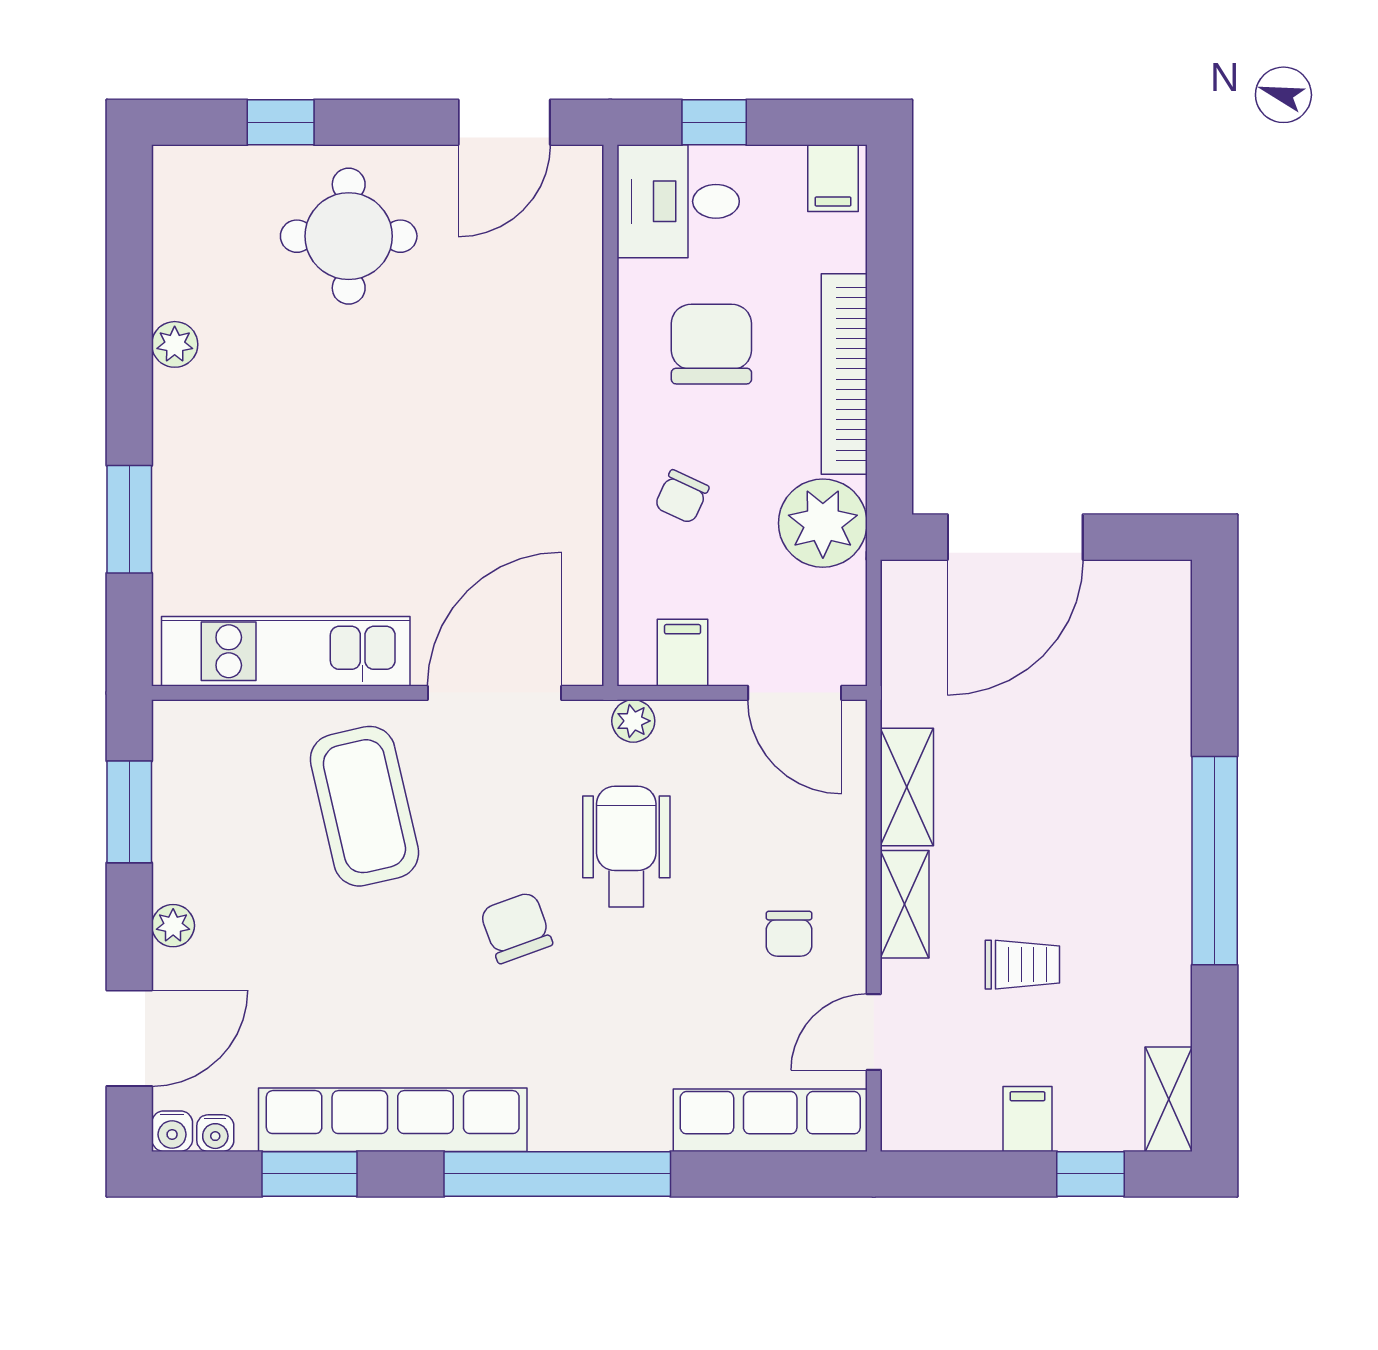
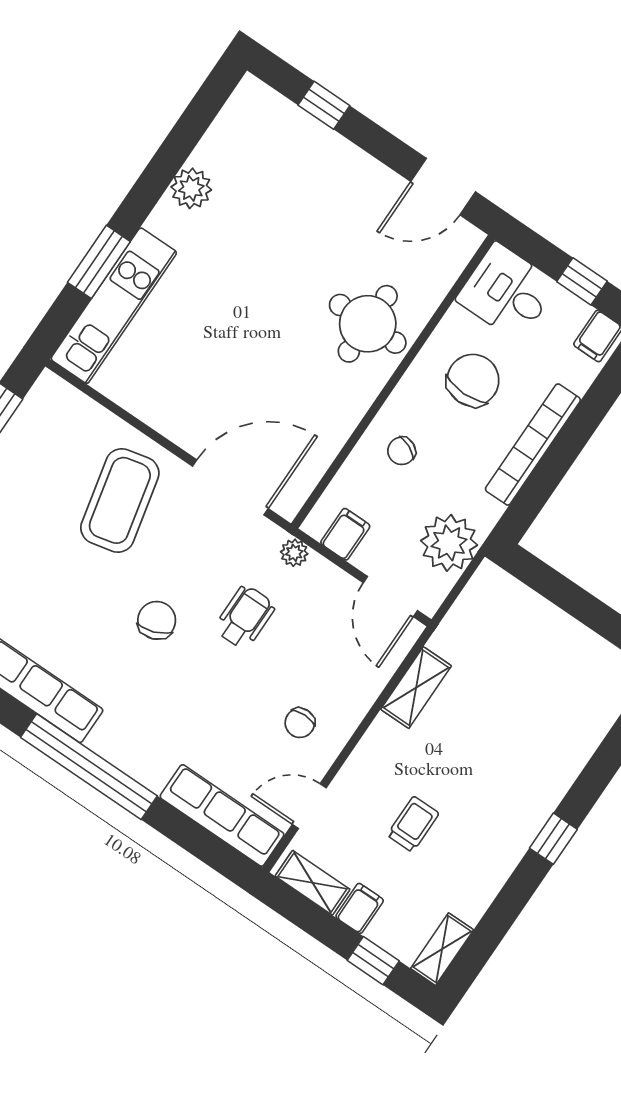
window: (714, 122) -> (582, 281), moved
round table: (349, 236) -> (368, 324), moved
plant: (175, 344) -> (191, 188), width x1.38, depth x1.38
plant: (823, 523) -> (449, 543), moved
door: (1015, 537) -> (565, 594), removed
kitchen unit: (286, 651) -> (114, 306), moved, turned 90
wheelchair: (626, 846) -> (245, 617), width x0.73, depth x0.73
window: (1215, 861) -> (553, 839), width x0.32
shelving: (905, 904) -> (312, 883), moved, turned 90
trolley: (1022, 965) -> (413, 824), turned -90

